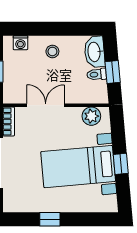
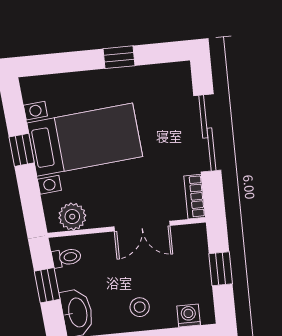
toilet: (97, 74) -> (67, 257), moved

